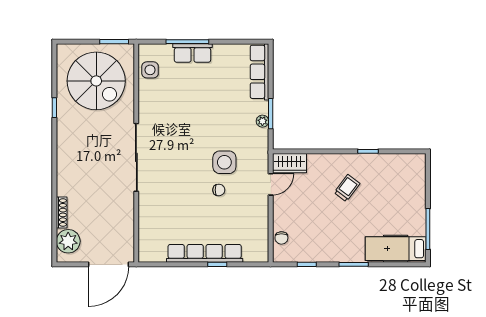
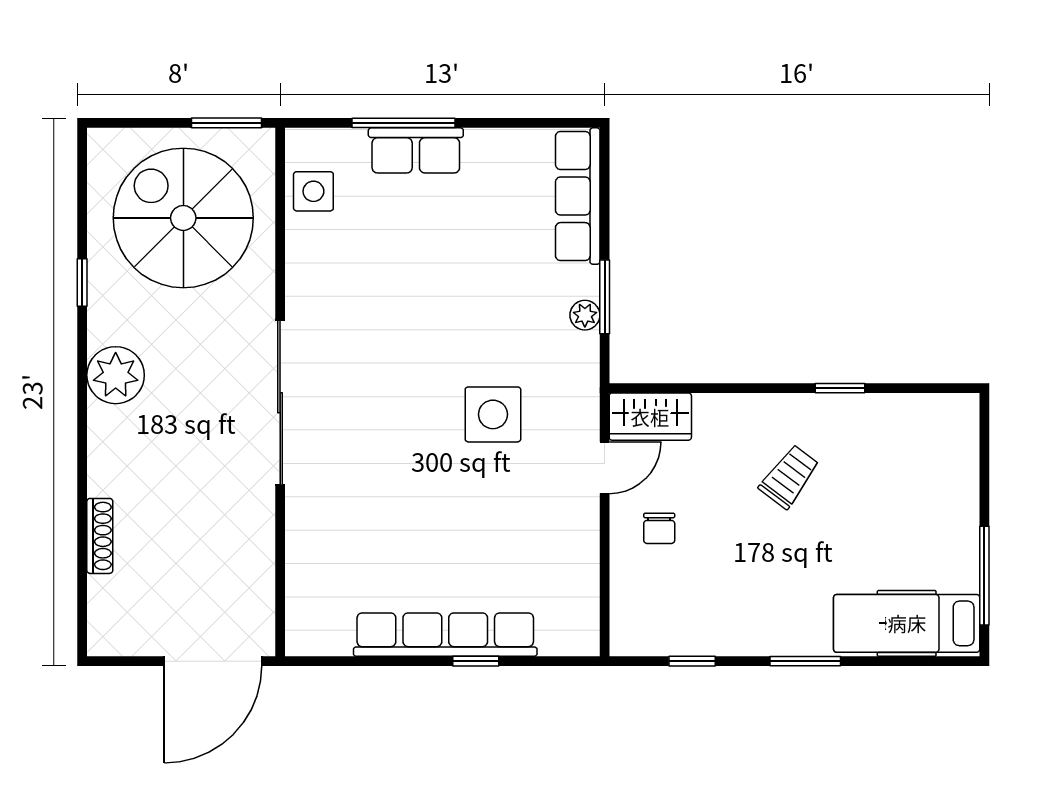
spiral stairs: (96, 81) -> (183, 218), turned 180
chair: (219, 190) -> (479, 481), removed
chair: (281, 238) -> (659, 528), moved
plant: (68, 241) -> (116, 375), moved

